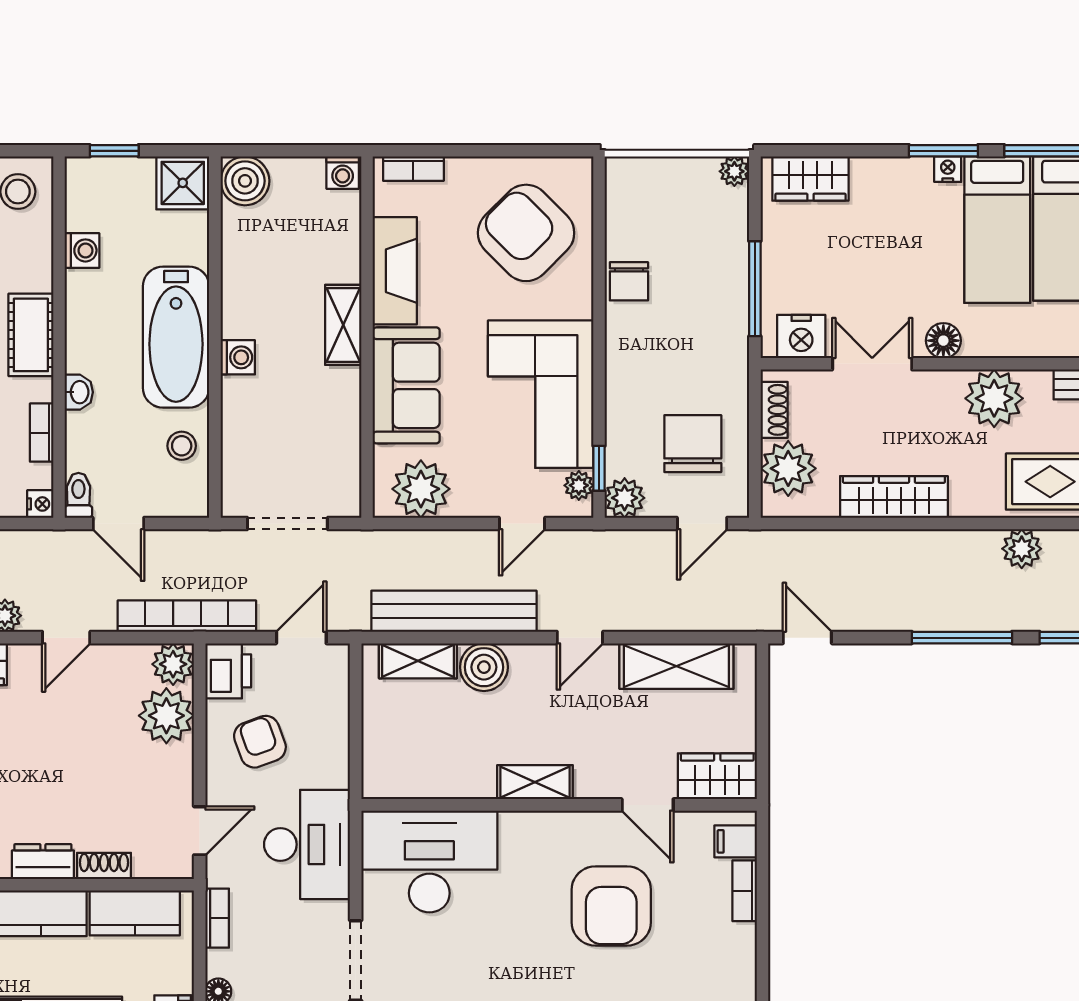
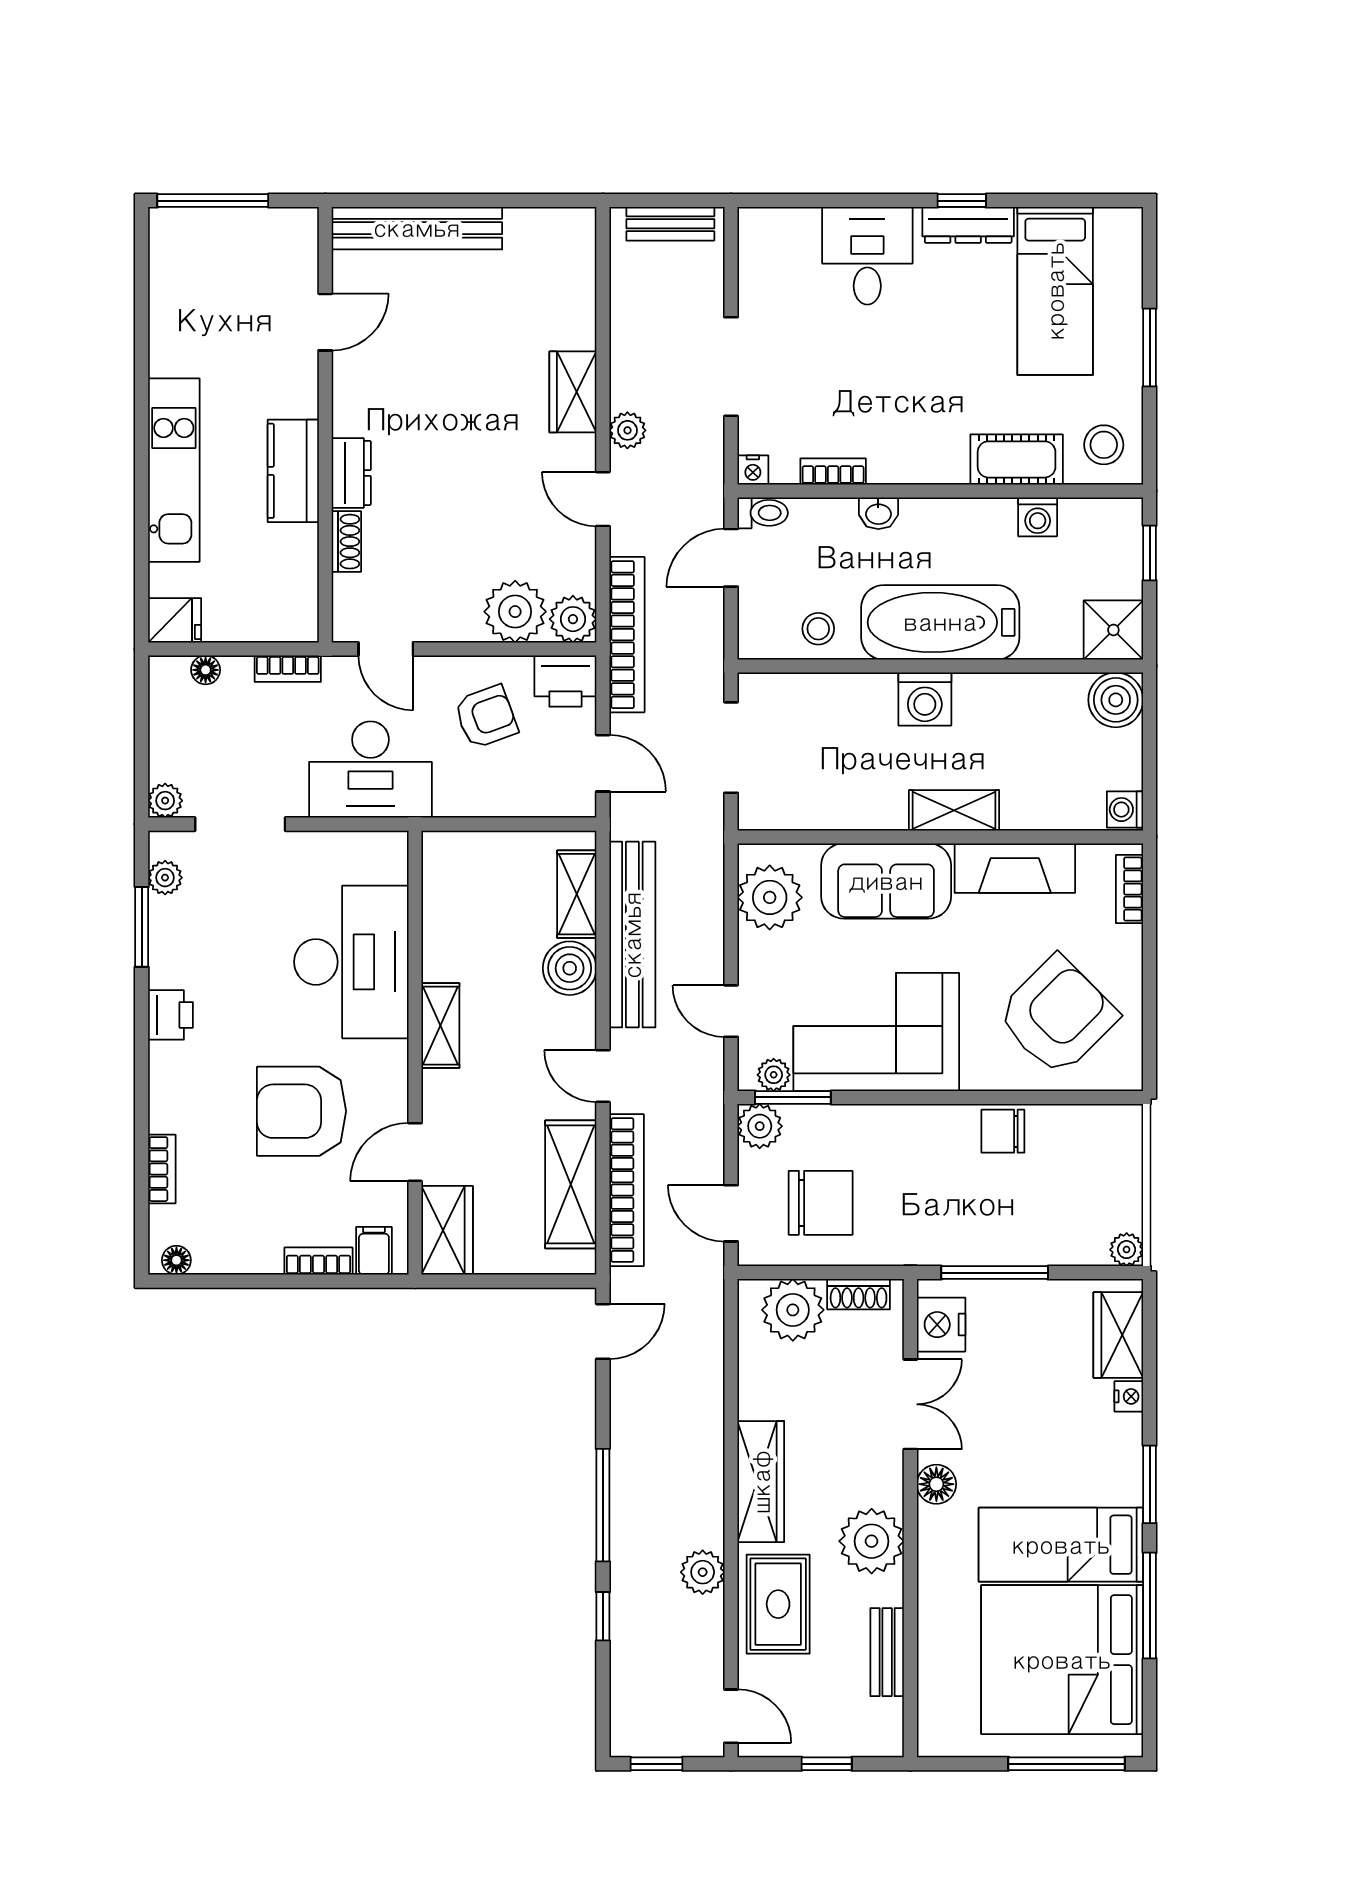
nightstand: (948, 169) -> (1129, 1396), moved
cot: (31, 335) -> (1017, 459), moved
washing machine: (238, 357) -> (925, 699), width x1.38, depth x1.38
window: (599, 468) -> (793, 1097), width x1.50
wardrobe: (894, 497) -> (761, 1482), moved
bookcase: (681, 616) -> (627, 1190), added
desk: (429, 862) -> (351, 962), moved
kitchen counter: (135, 913) -> (294, 576), removed

